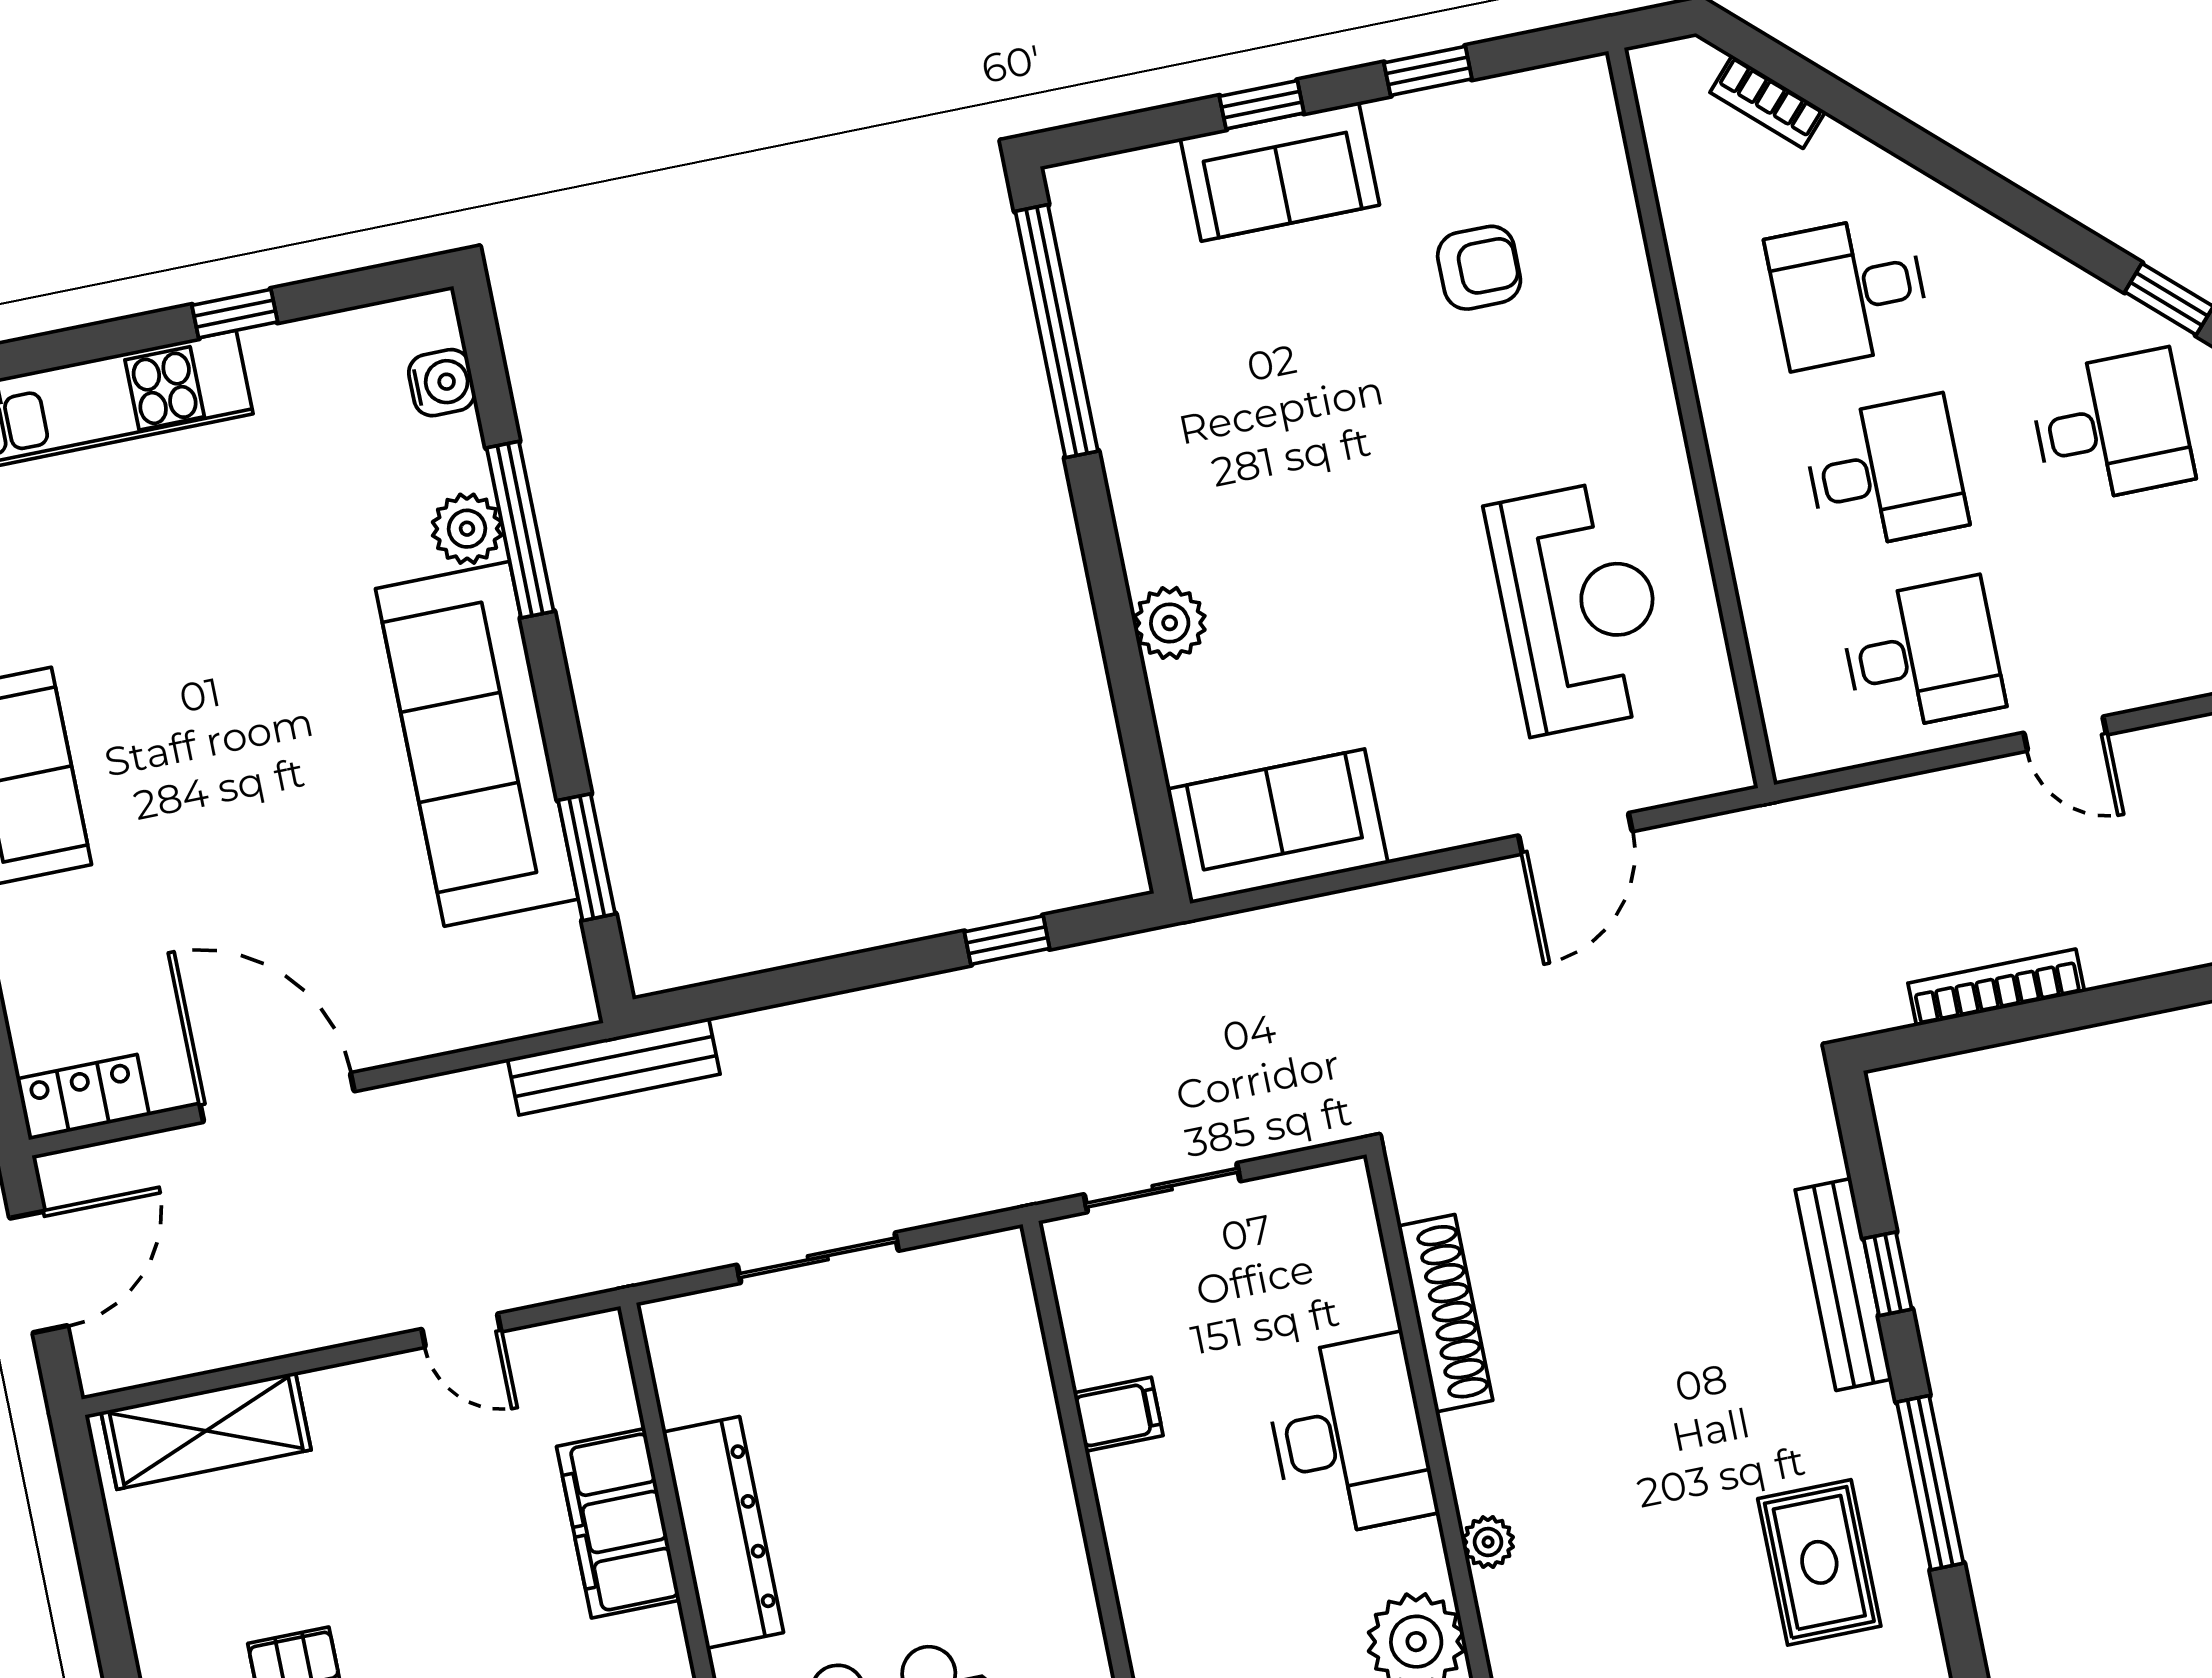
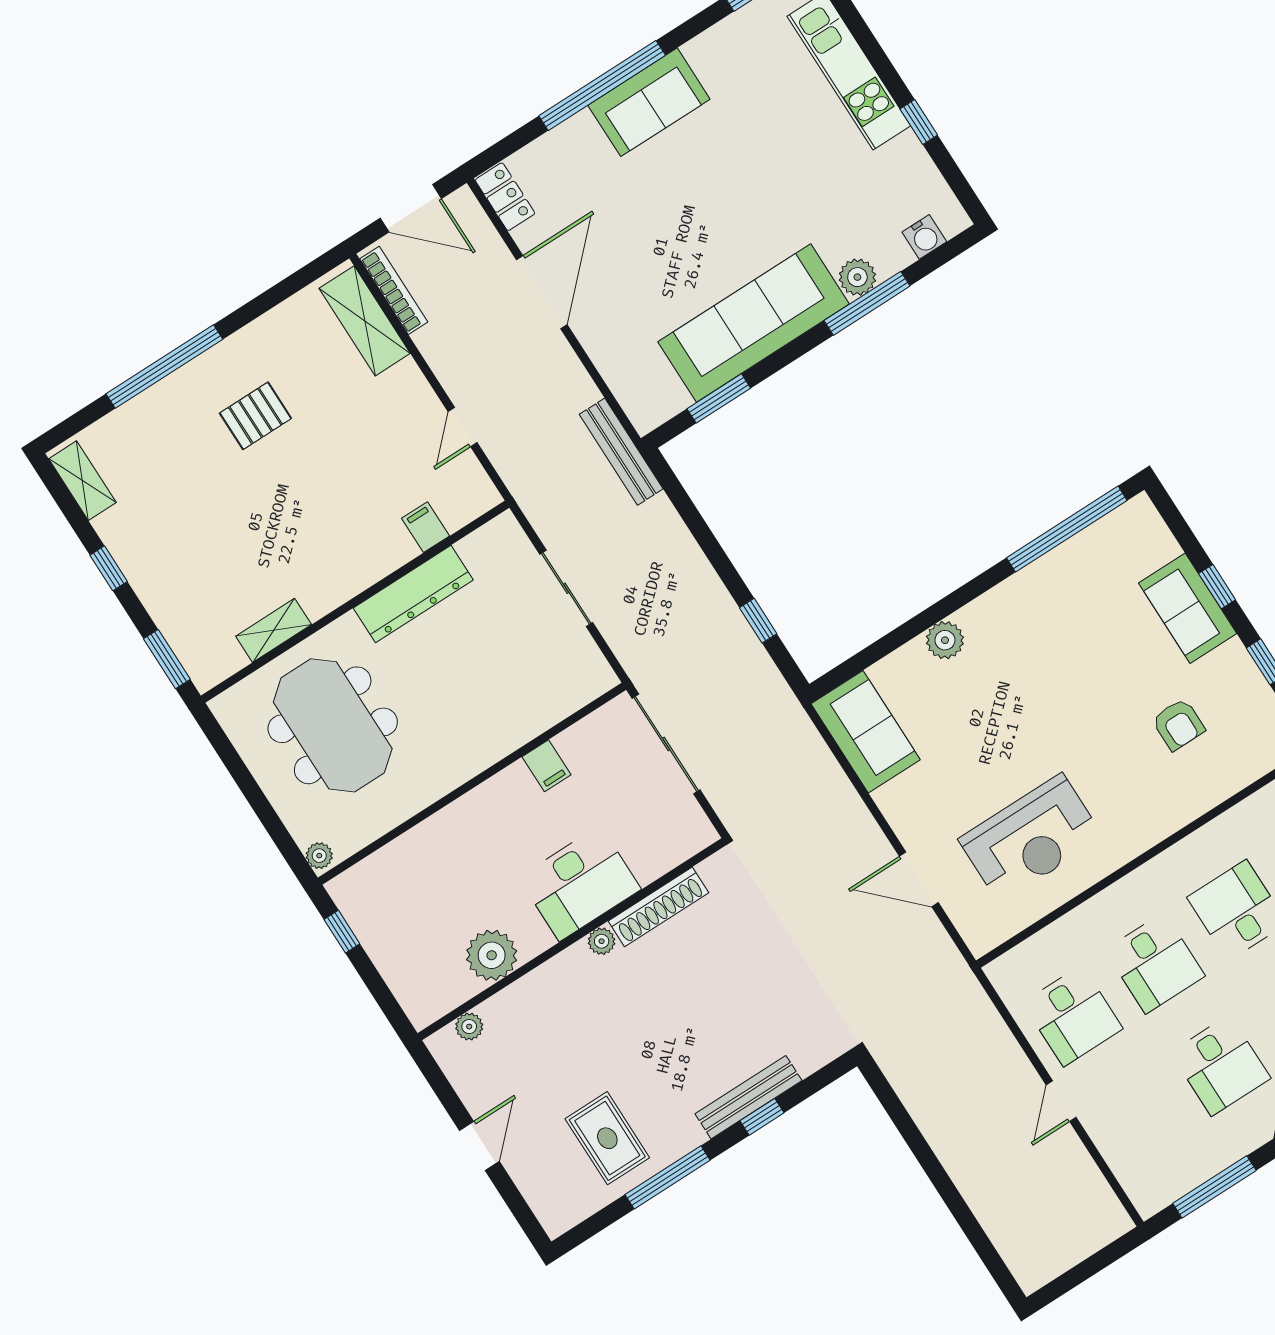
bookcase: (1996, 987) -> (394, 290), moved
sliding door: (1162, 1188) -> (666, 744), width x1.37
filing cabinet: (618, 1523) -> (426, 527), width x0.33, depth x0.86
plant: (1488, 1542) -> (602, 941), moved
rug: (1819, 1562) -> (607, 1138), turned 90

